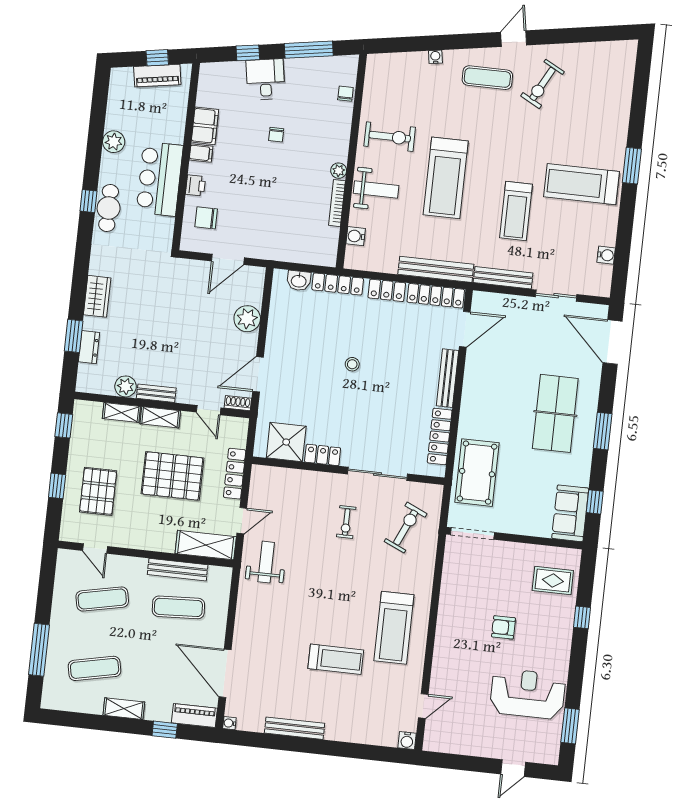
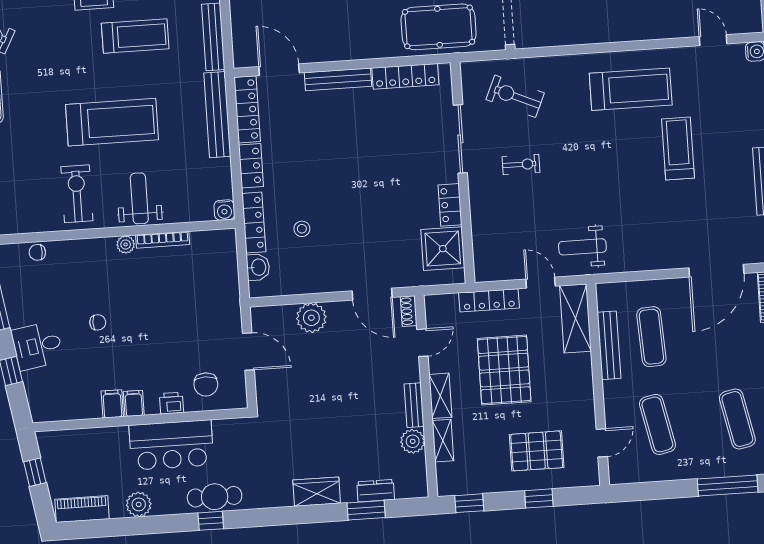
piano: (157, 76) -> (82, 509), moved, turned -81
filing cabinet: (205, 126) -> (112, 404), width x0.50
water cooler: (356, 236) -> (224, 210), moved
stool: (352, 364) -> (302, 229), moved

